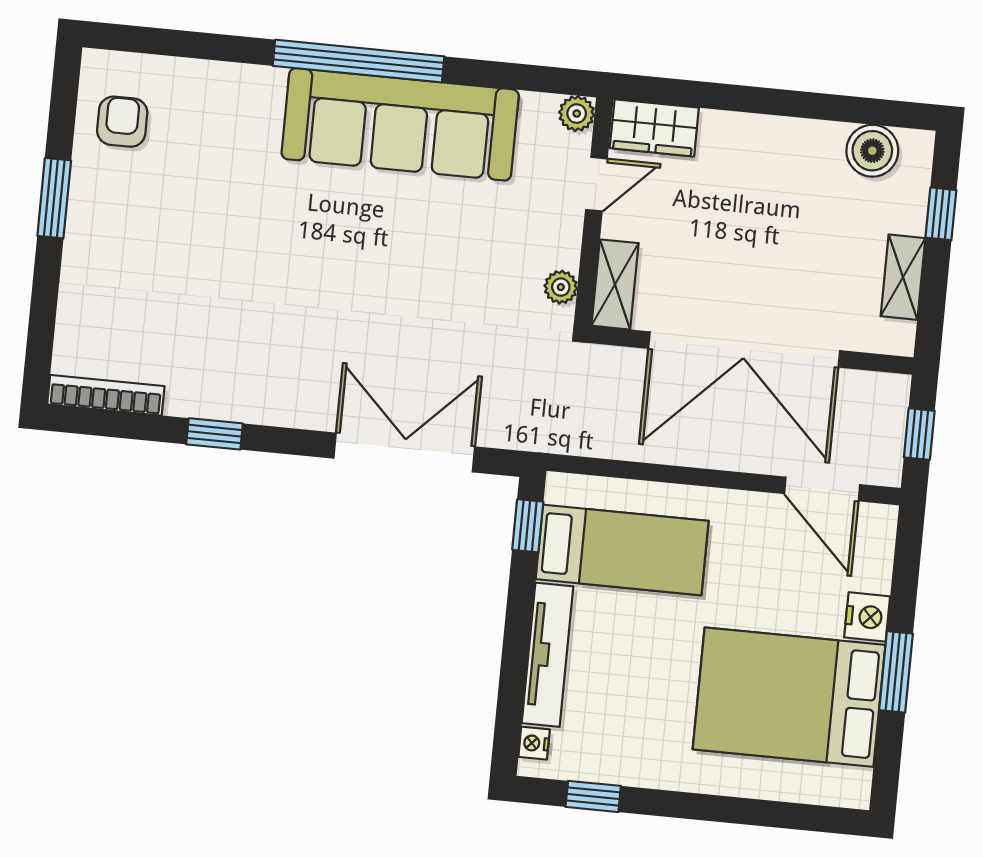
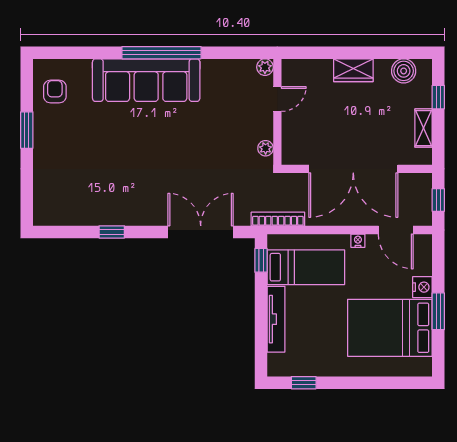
sofa: (400, 124) -> (146, 80), moved
wardrobe: (654, 128) -> (353, 70), moved
shelving: (615, 284) -> (290, 145), removed
bookcase: (106, 395) -> (278, 219), moved
nightstand: (534, 743) -> (358, 241), moved, turned 90

